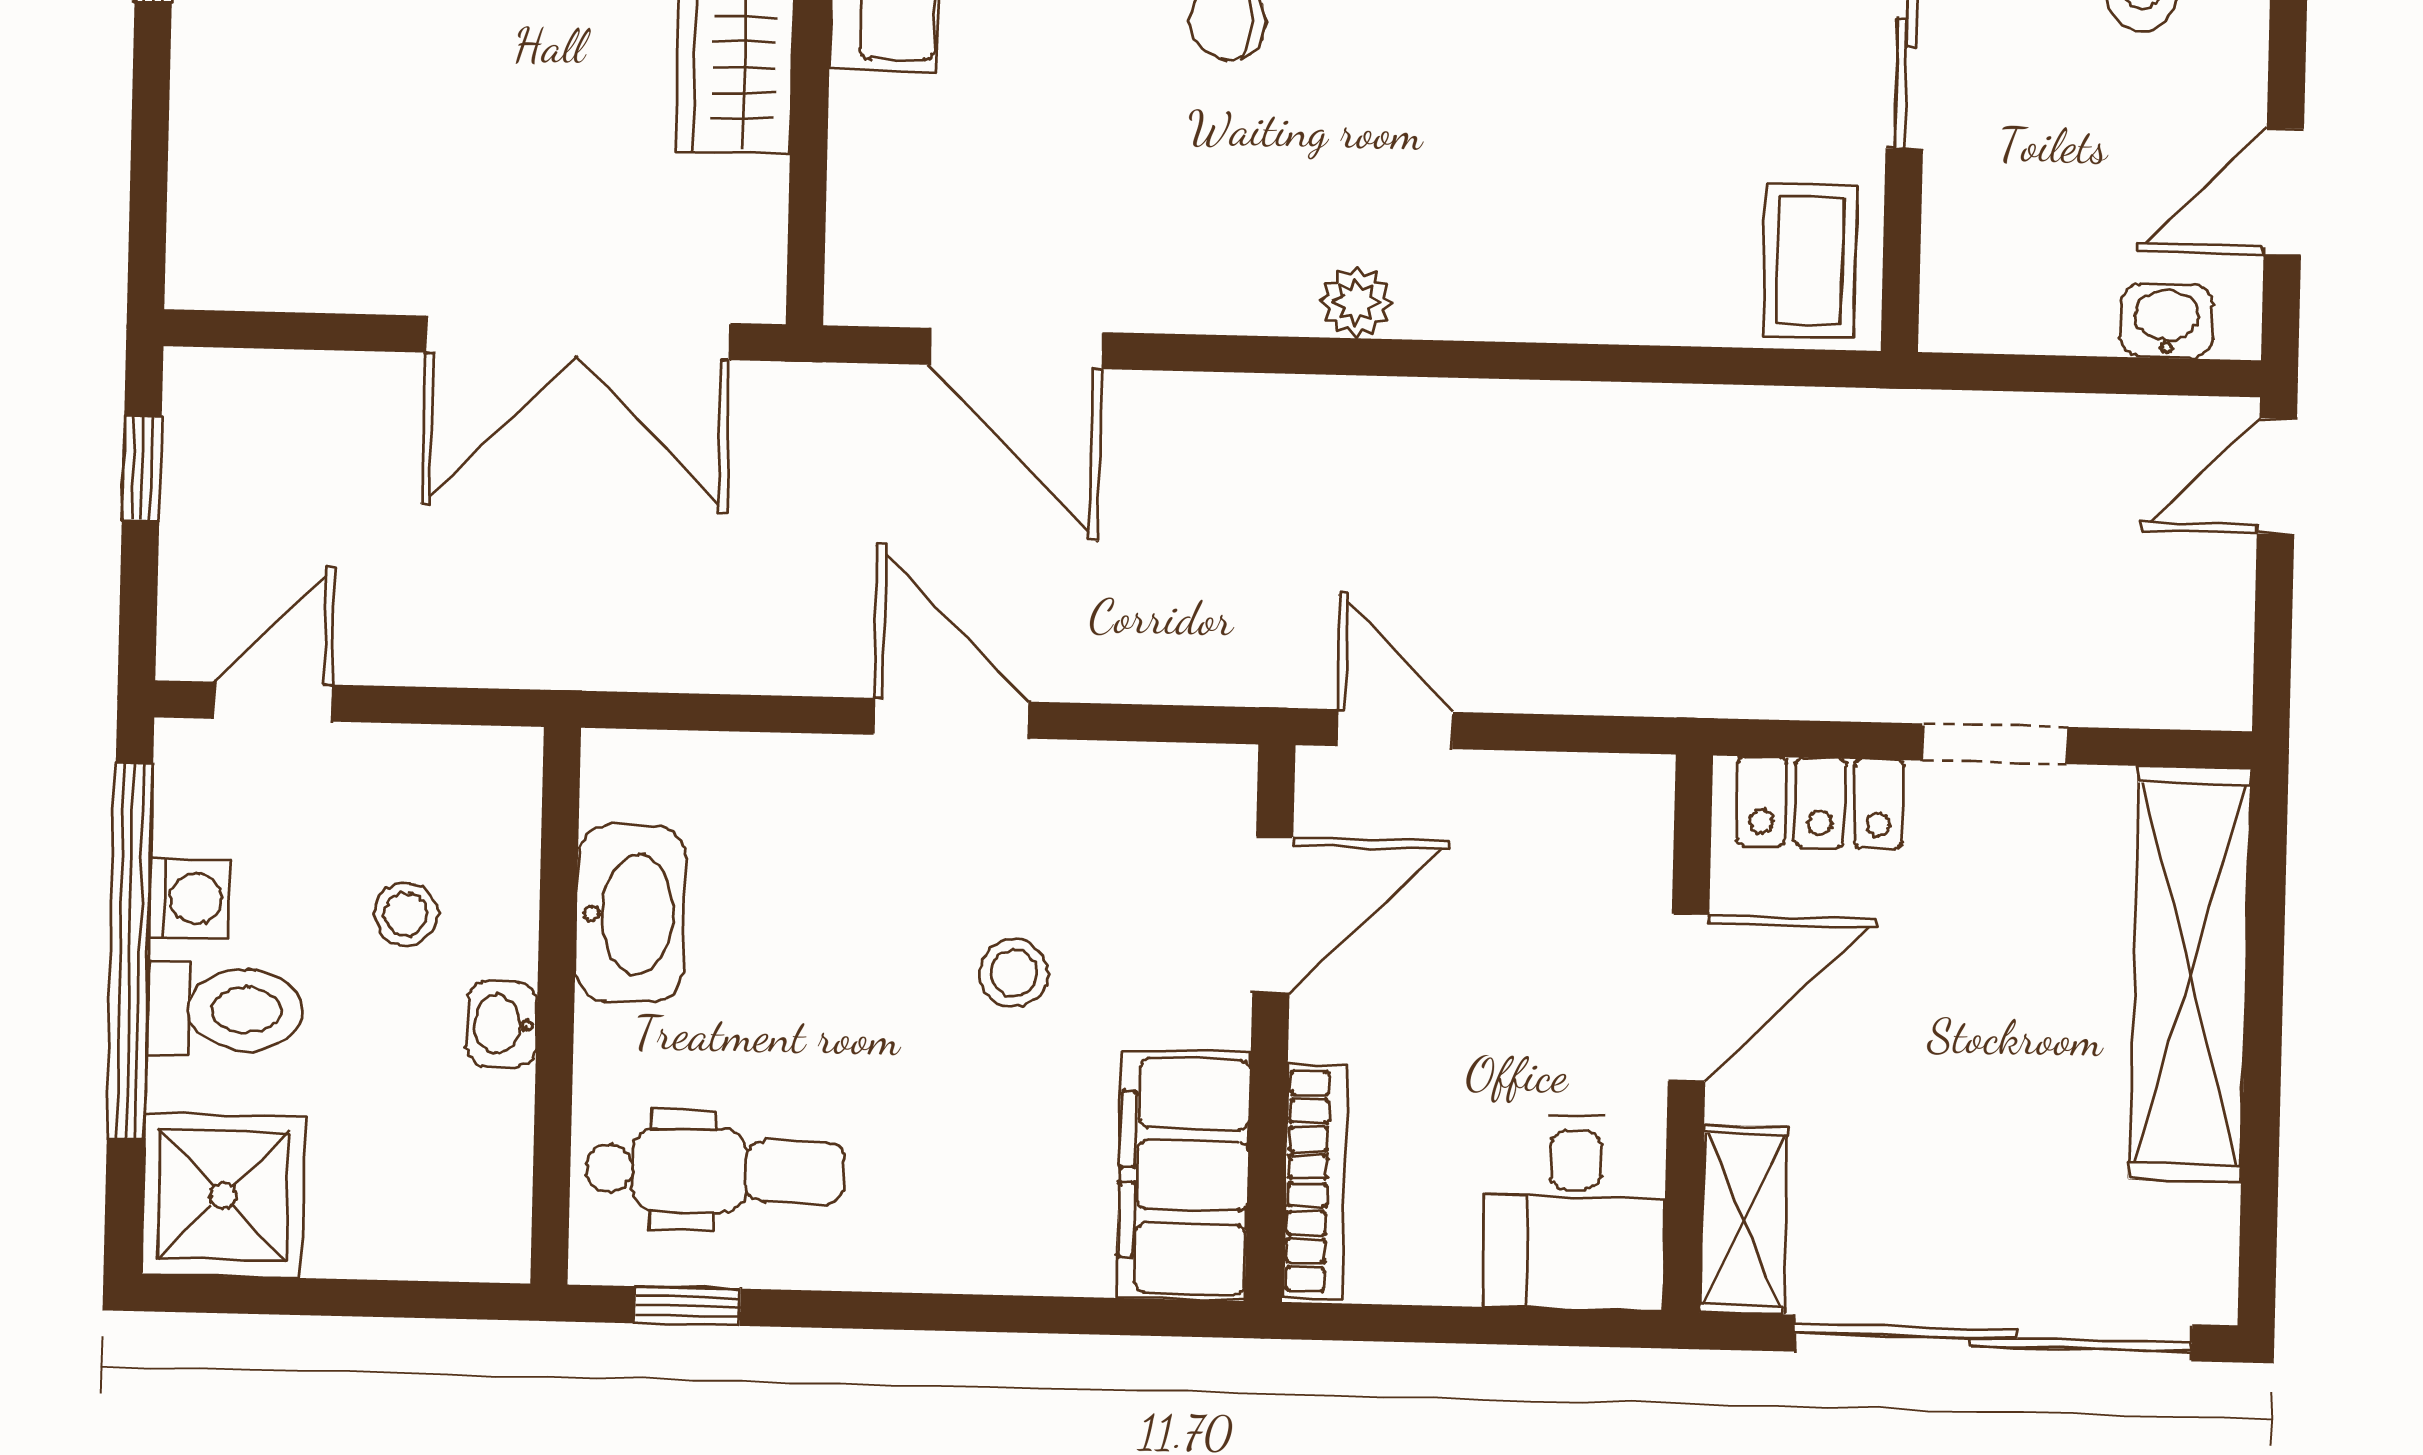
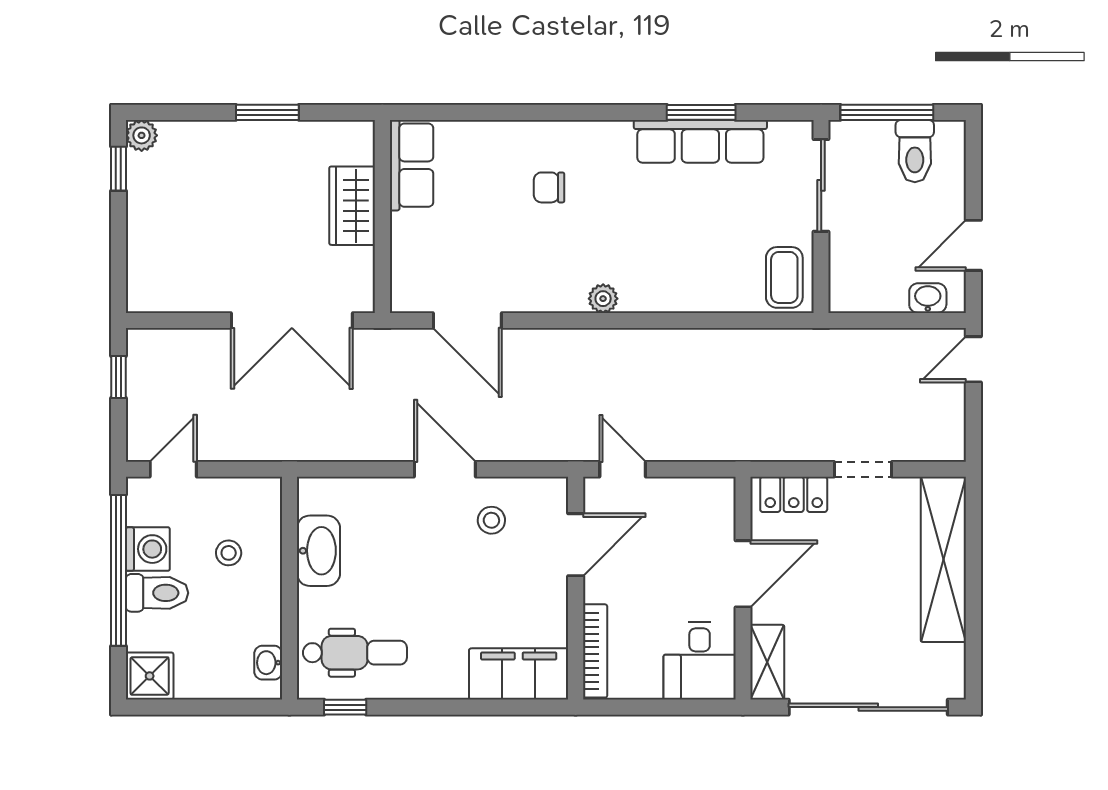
washing machine: (189, 899) -> (148, 549), width x1.38, depth x1.38
stool: (1014, 973) -> (491, 520), moved
washbasin: (502, 1024) -> (268, 663), moved
filing cabinet: (1184, 1176) -> (519, 674), moved, turned 90
shower: (223, 1195) -> (150, 676), width x0.73, depth x0.73

